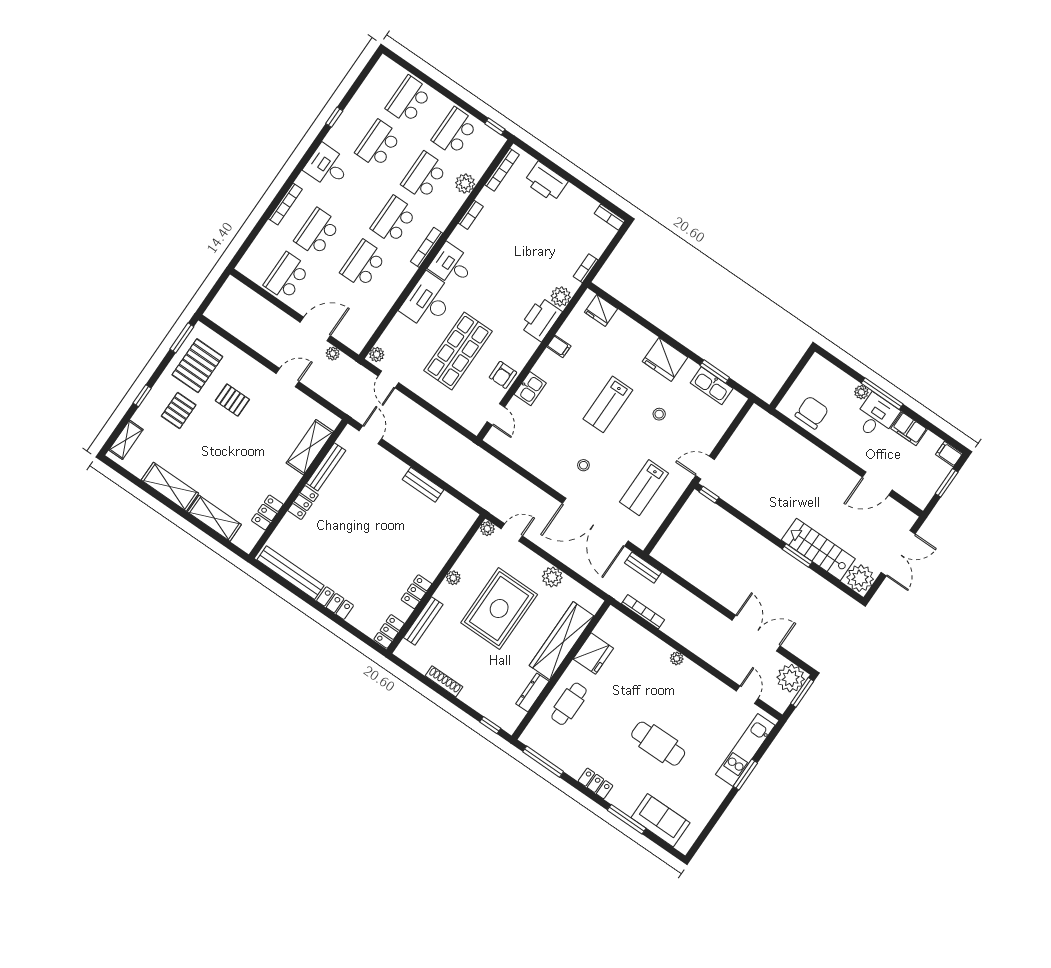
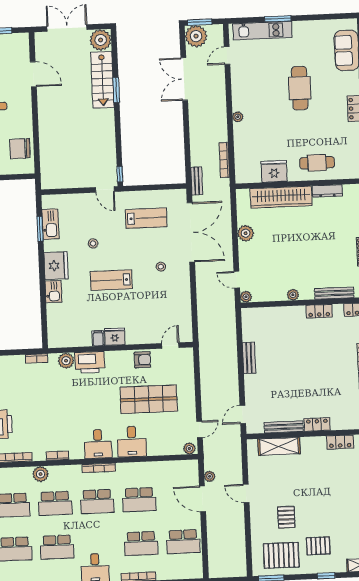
desk: (428, 301) -> (132, 442), width x0.73
fridge: (601, 310) -> (115, 337), moved, turned -90
kitchen sink: (530, 389) -> (53, 292), moved, turned 90
lab bench: (608, 404) -> (111, 280), turned 180
rug: (499, 609) -> (290, 252), removed

